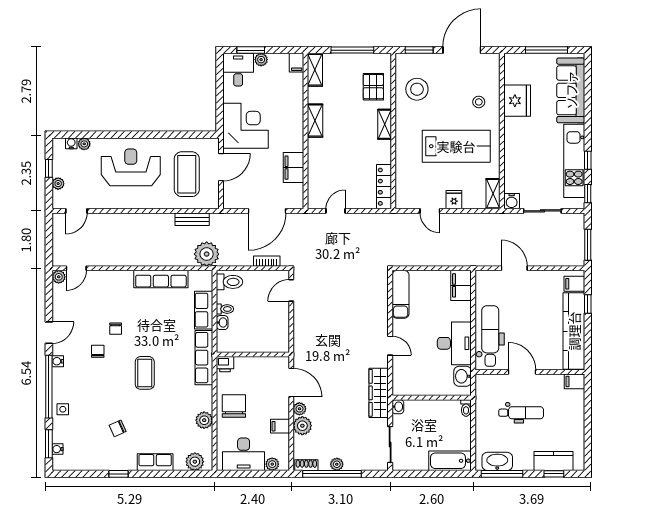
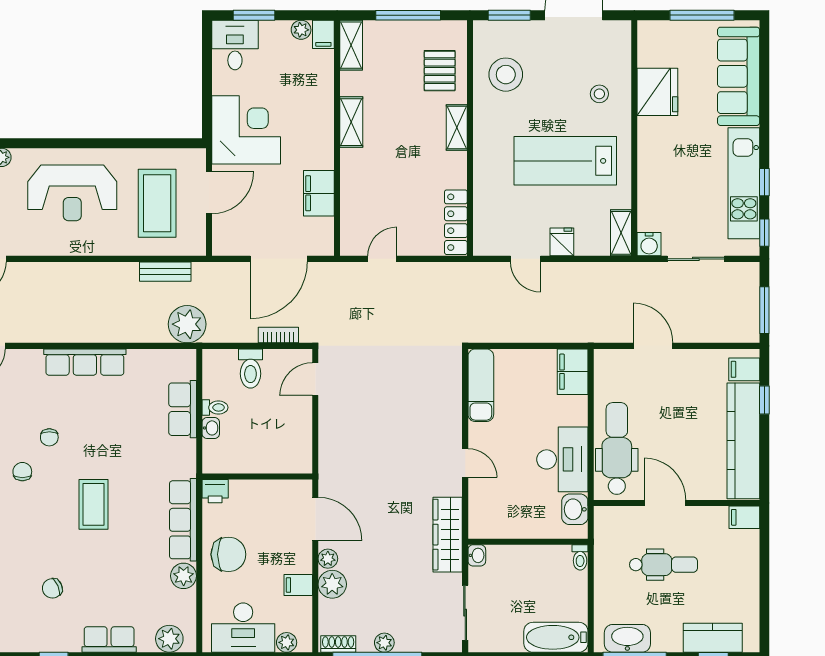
plant: (261, 60) -> (301, 30), moved
lab bench: (456, 146) -> (565, 161), turned 180
reception desk: (131, 167) -> (72, 193), turned 180
row of seats: (161, 279) -> (85, 362), moved
toilet: (230, 282) -> (250, 368), moved, turned 90
row of seats: (204, 358) -> (183, 520), moved
chair: (234, 406) -> (228, 554), turned 90

